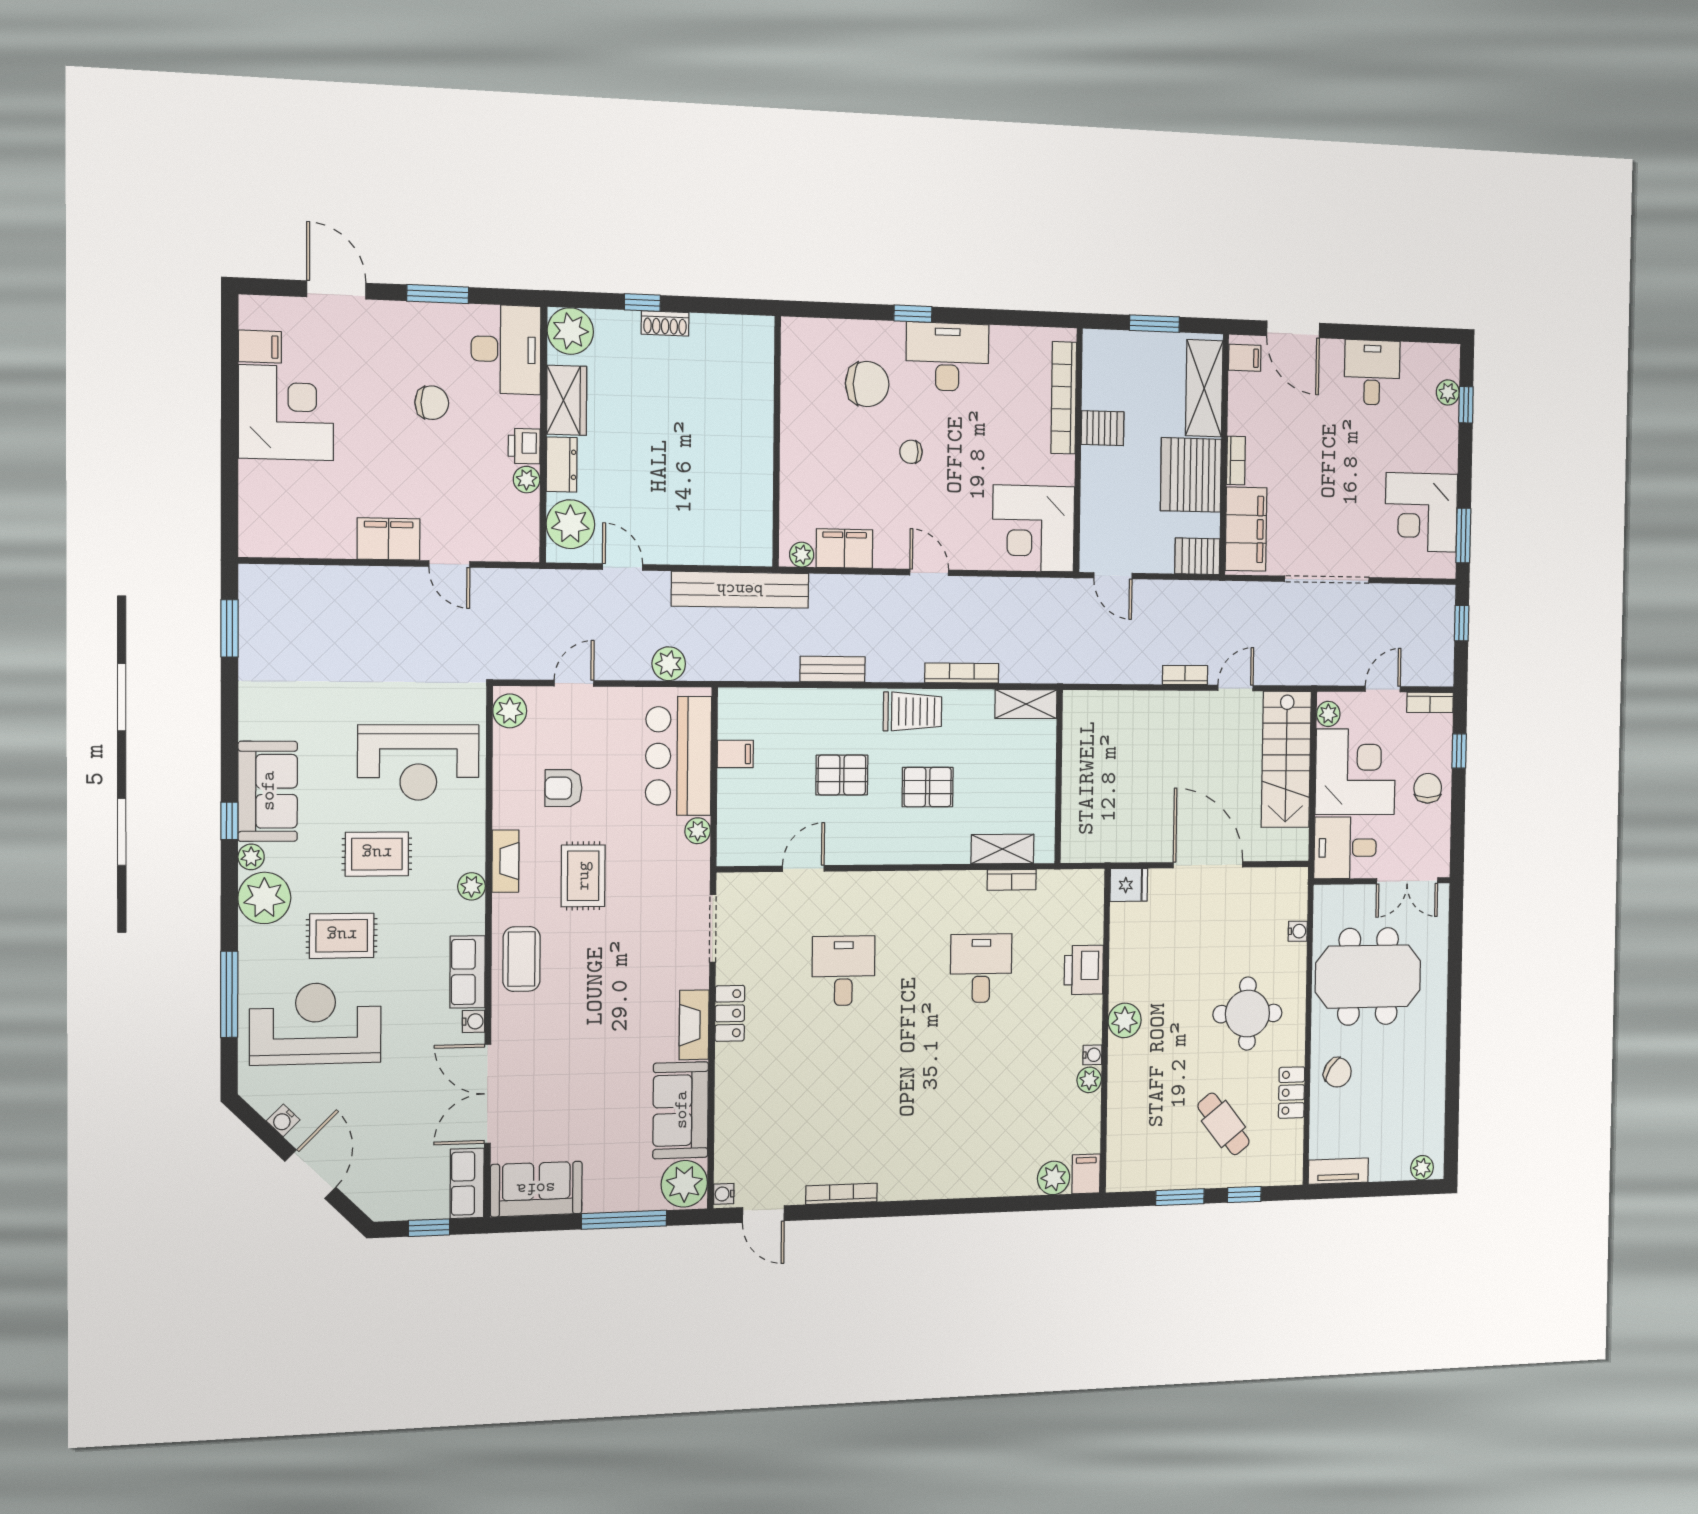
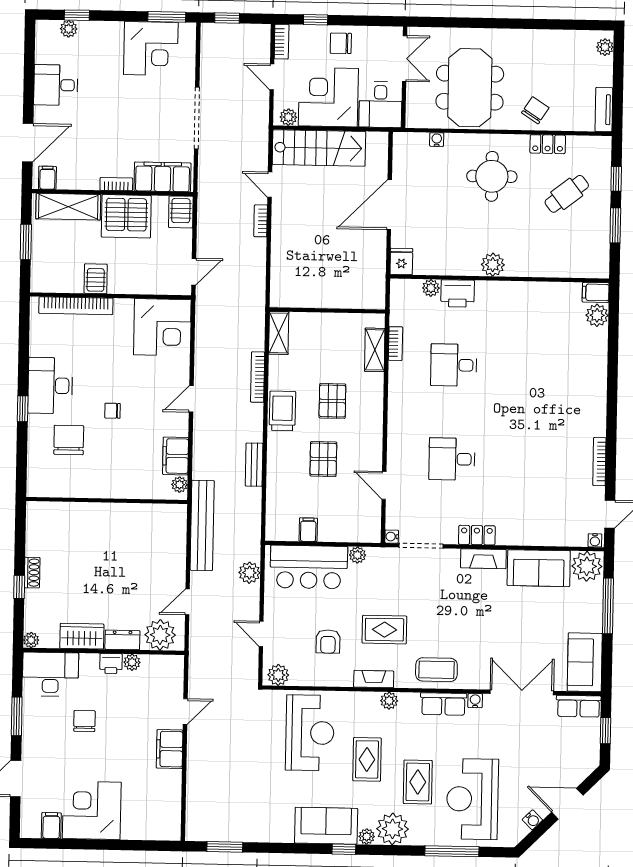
plant: (570, 331) -> (31, 640), width x0.53, depth x0.53
chair: (911, 452) -> (112, 411), turned 90
water cooler: (1092, 1055) -> (392, 537), moved, turned -90
plant: (1089, 1080) -> (431, 288), moved
double door: (488, 1094) -> (522, 692), swing flipped

